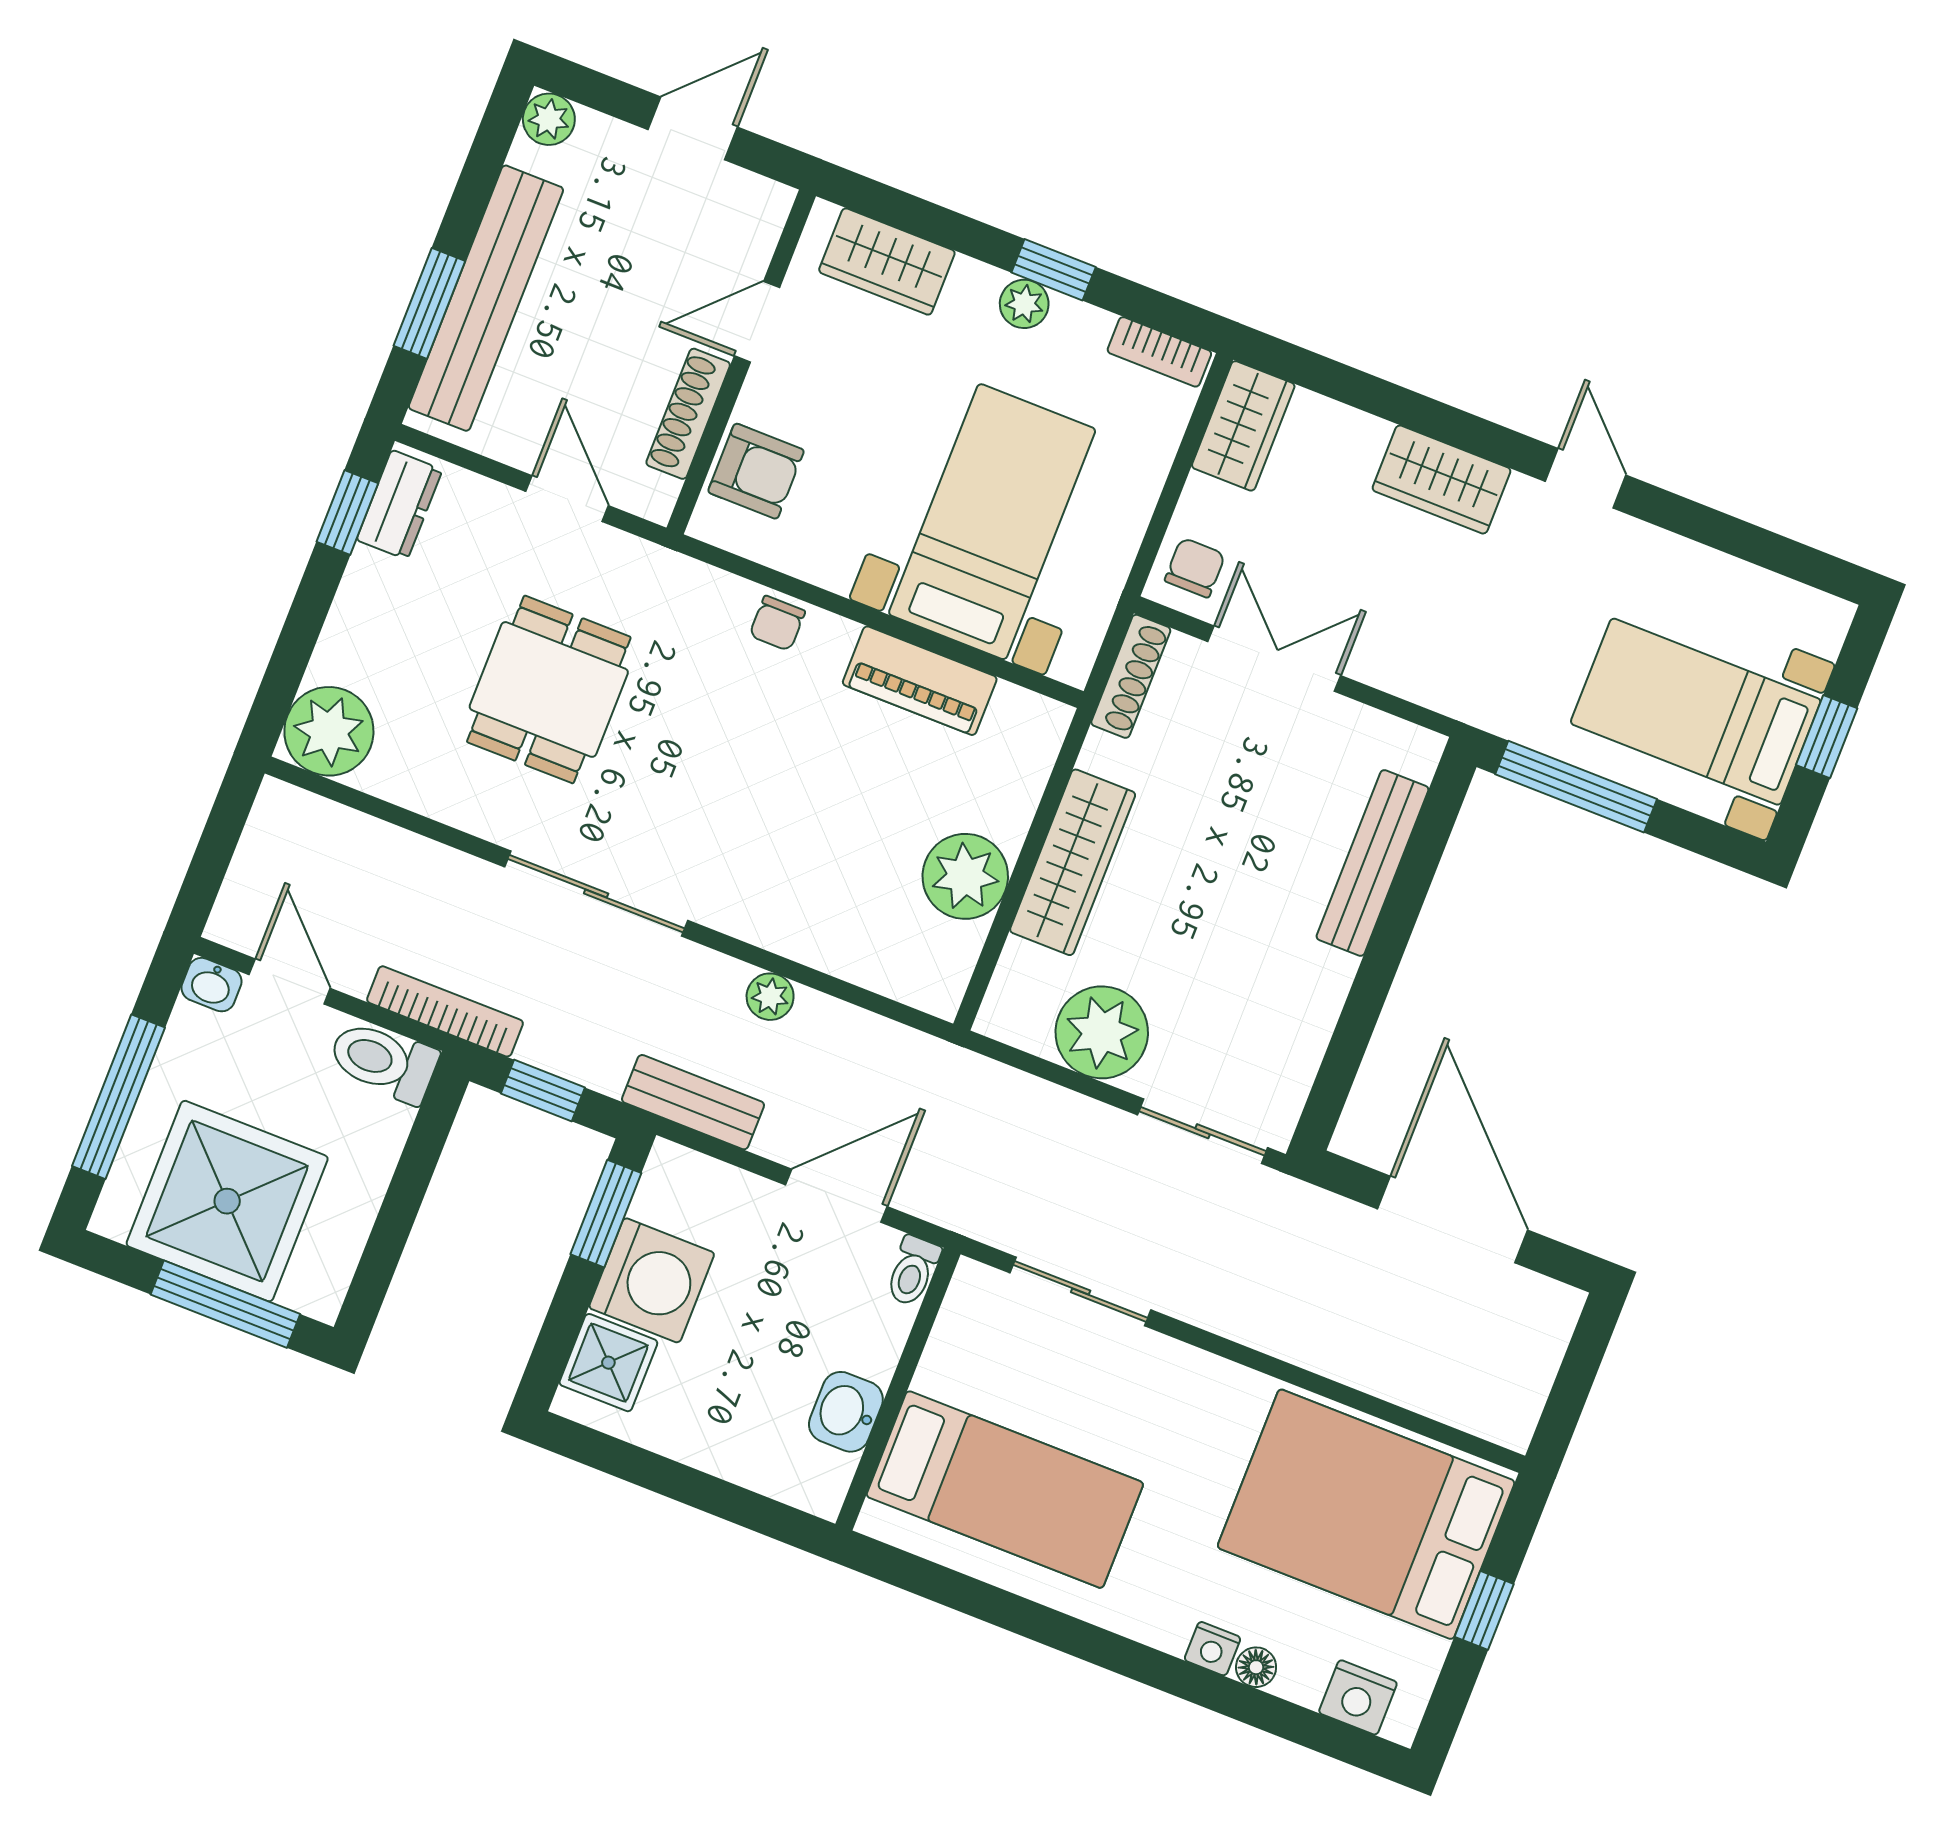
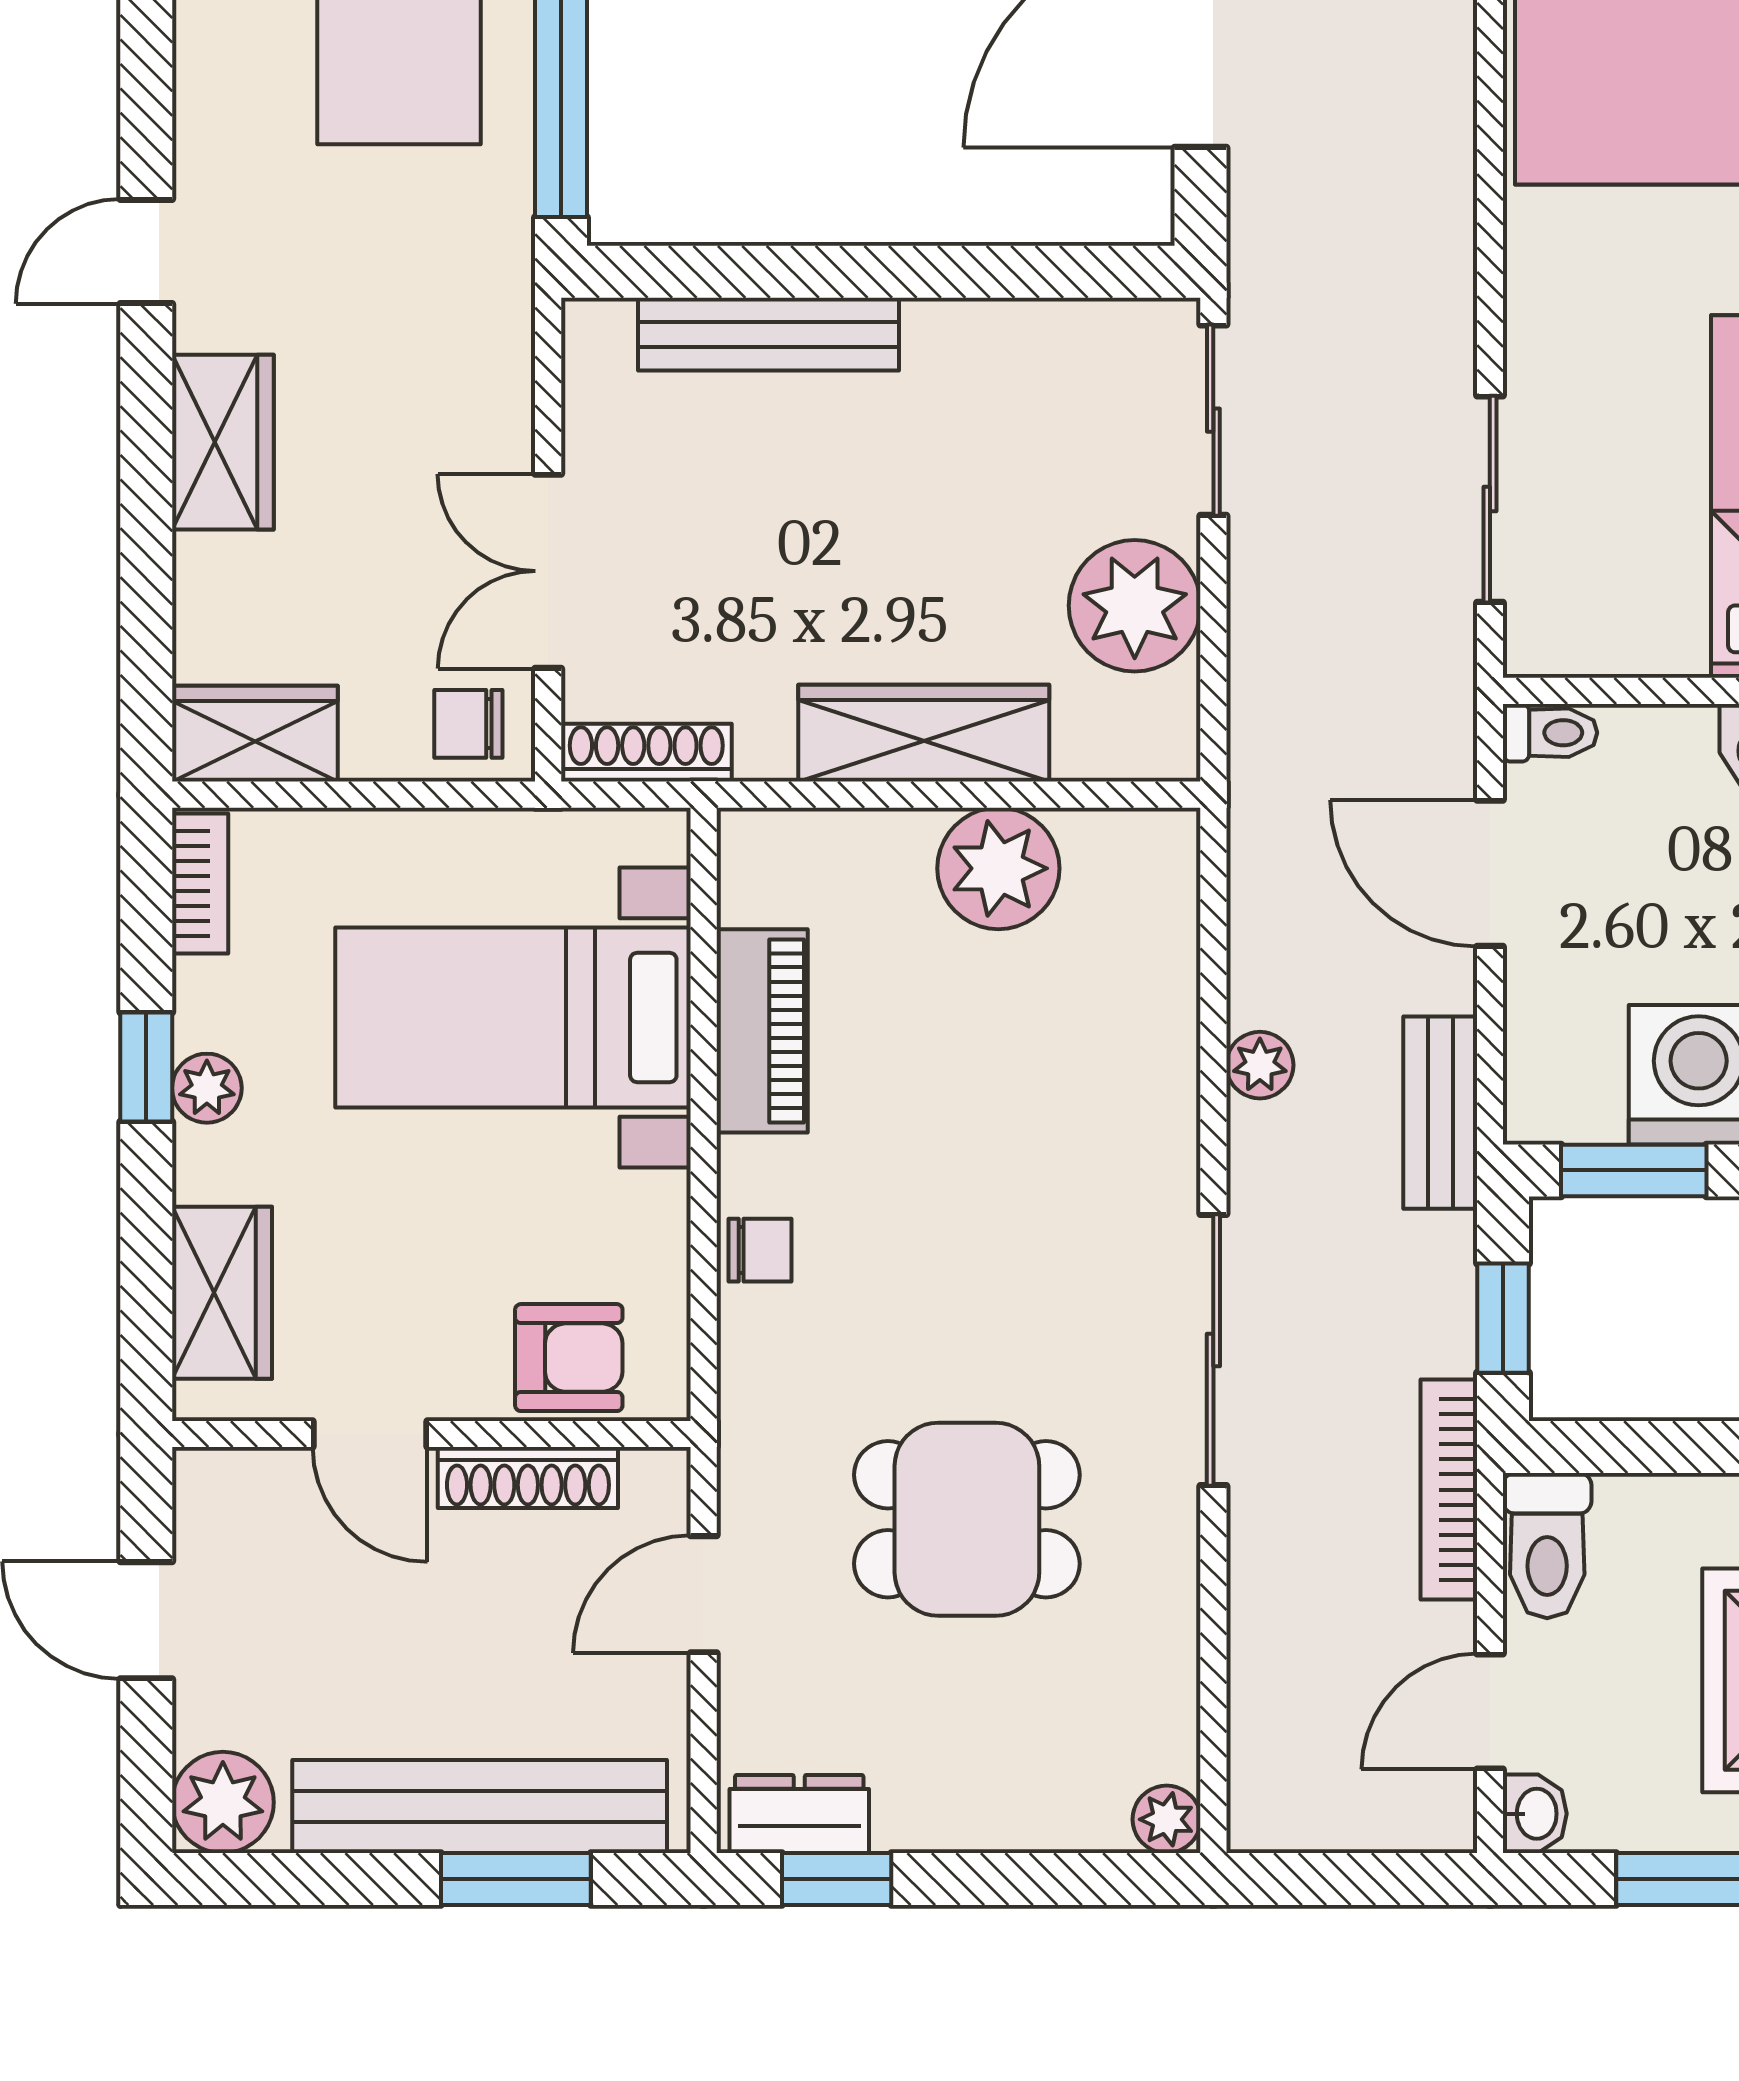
plant: (549, 119) -> (223, 1802), width x1.38, depth x1.38
armchair: (756, 471) -> (569, 1358), turned 90
plant: (329, 731) -> (1167, 1819), width x0.53, depth x0.53

